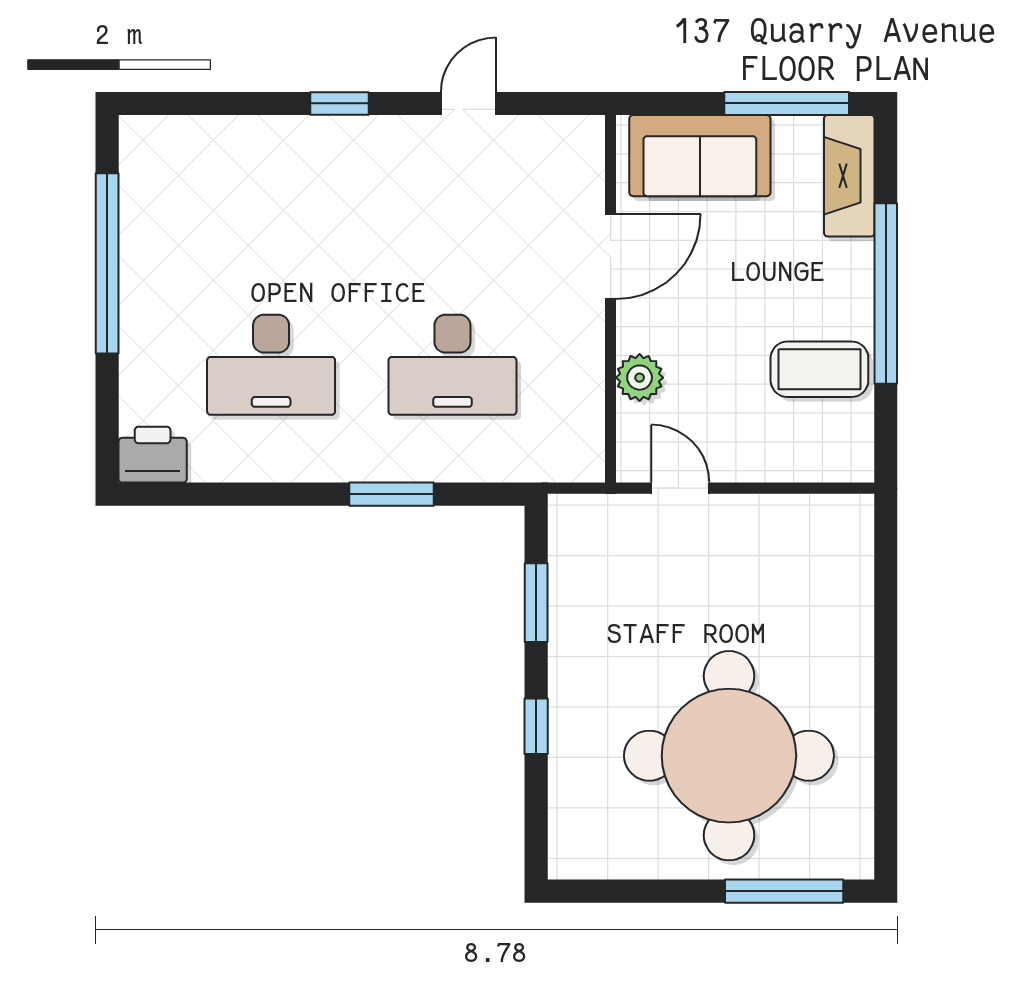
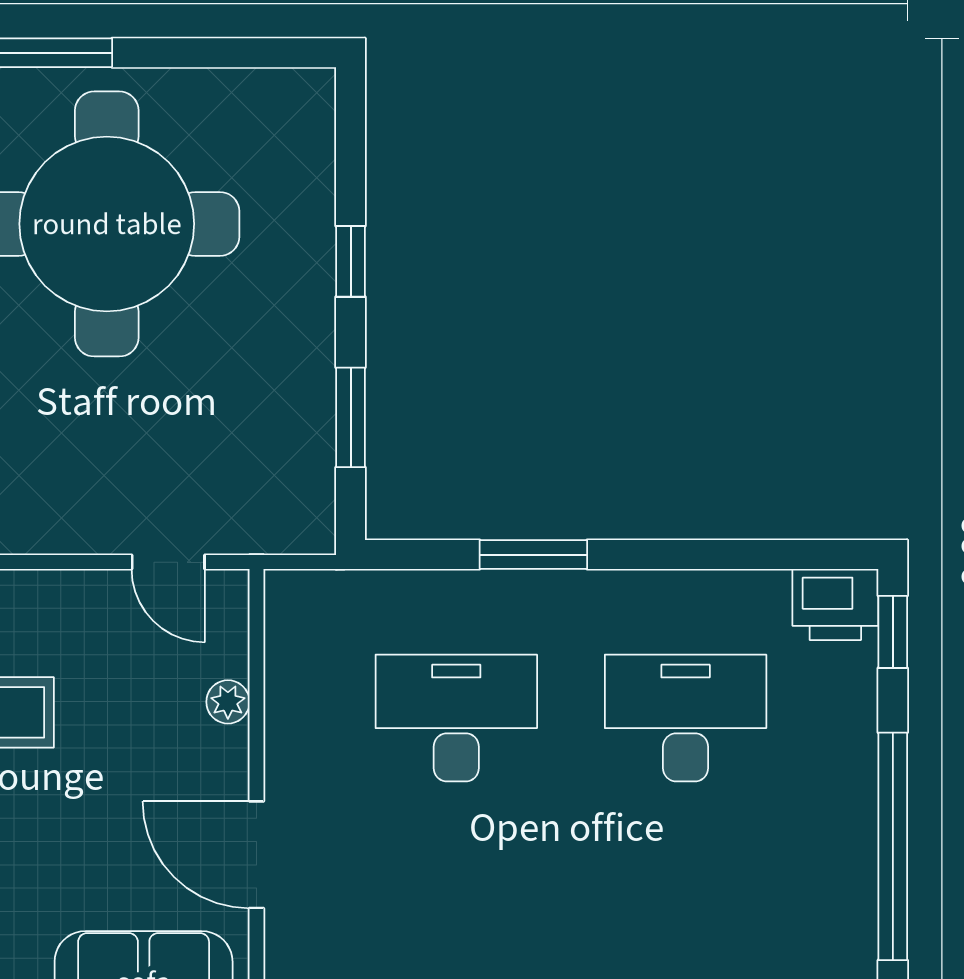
door: (611, 257) -> (257, 855), hinge flipped
plant: (640, 378) -> (228, 702), width x0.73, depth x0.73
window: (107, 433) -> (893, 632), added

